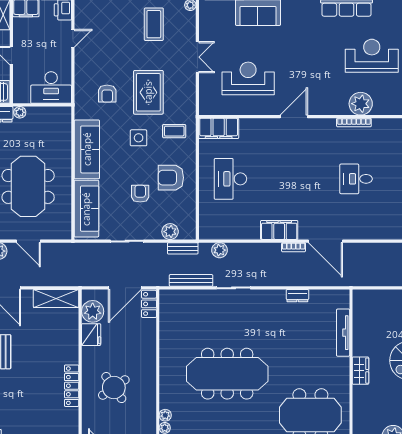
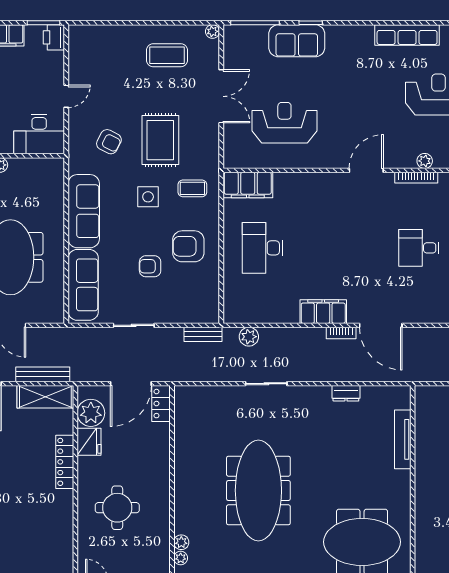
coffee table: (154, 24) -> (167, 55), turned 90
door: (73, 38) -> (66, 96), moved
double door: (197, 57) -> (221, 96), width x1.37
armchair: (107, 94) -> (109, 142), turned -63
plant: (361, 104) -> (425, 161), width x0.53, depth x0.53
door: (294, 117) -> (366, 170), moved
armchair: (140, 194) -> (150, 266), turned -90
plant: (170, 232) -> (187, 313), removed
bench: (191, 280) -> (43, 374), moved
wardrobe: (360, 371) -> (424, 487), removed
meeting table: (227, 374) -> (258, 490), turned 90
locker: (72, 386) -> (65, 462), moved
round table: (114, 388) -> (117, 508), turned 35

